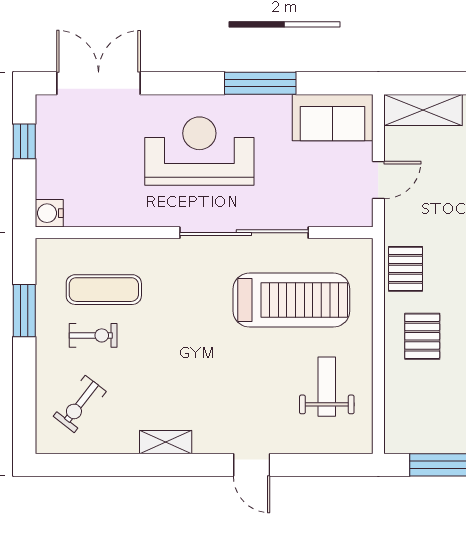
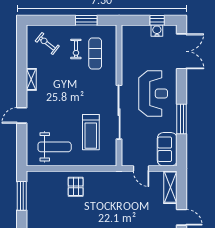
water cooler: (49, 213) -> (157, 31), moved
pallet: (405, 269) -> (104, 180), removed
treadmill: (291, 300) -> (91, 132), width x0.73, depth x0.73
pallet: (422, 336) -> (76, 187), turned 90
weight bench: (327, 387) -> (55, 147), width x1.36, depth x1.33

